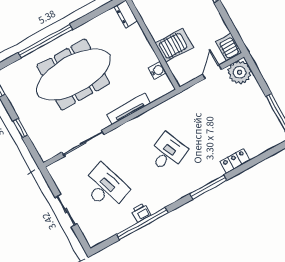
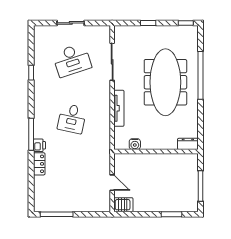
server rack: (174, 45) -> (146, 166), removed
plant: (240, 72) -> (101, 202), removed
desk: (167, 153) -> (72, 119), turned 36
printer: (141, 213) -> (39, 145), moved
window: (142, 223) -> (31, 73), width x0.32

